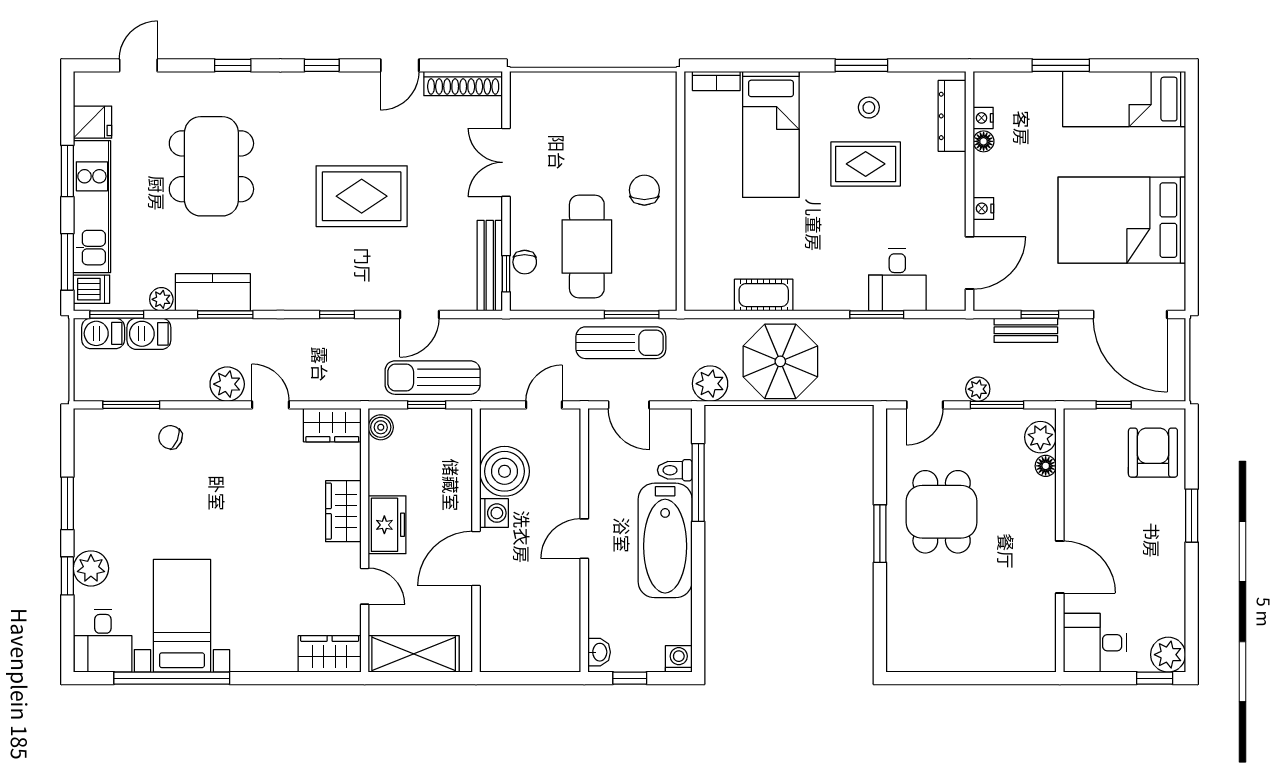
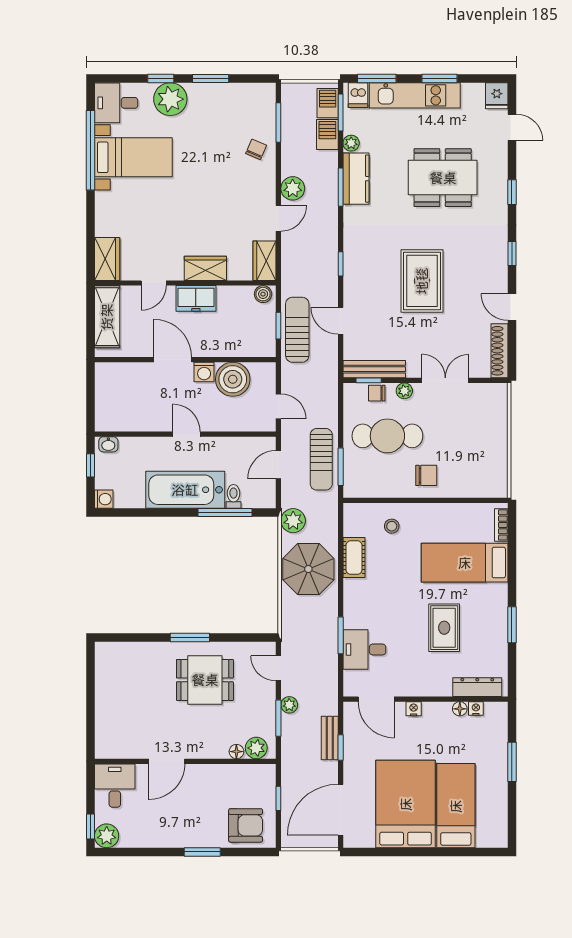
bed: (1124, 99) -> (456, 806), moved
stool: (869, 108) -> (392, 526), moved
fridge: (92, 122) -> (497, 96), moved
plant: (521, 222) -> (404, 391), added
plant: (91, 568) -> (170, 99), width x1.36, depth x1.36

